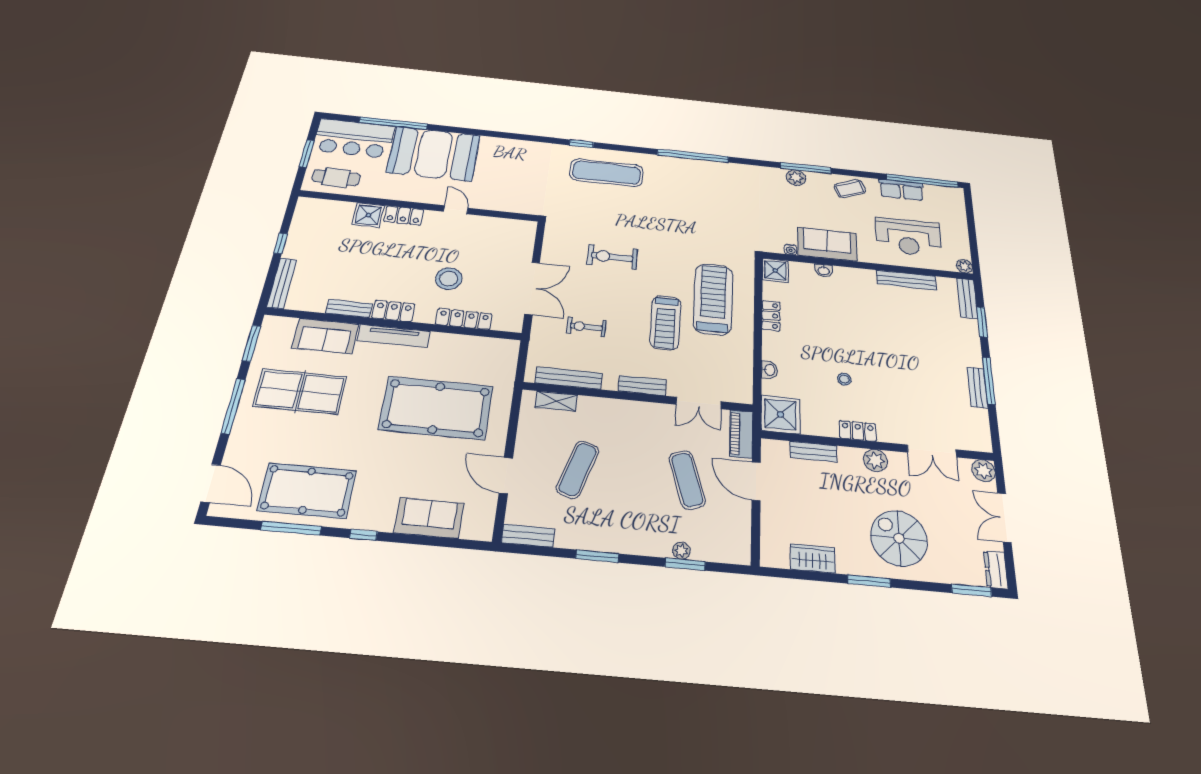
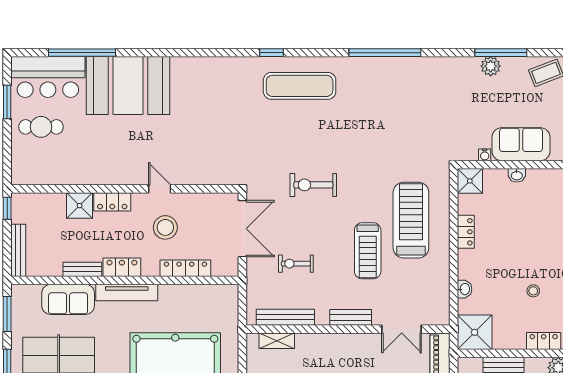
wall: (419, 206) -> (125, 189), moved
door: (456, 210) -> (160, 189), moved
shower: (368, 215) -> (80, 206), moved
locker: (404, 216) -> (112, 202), moved

